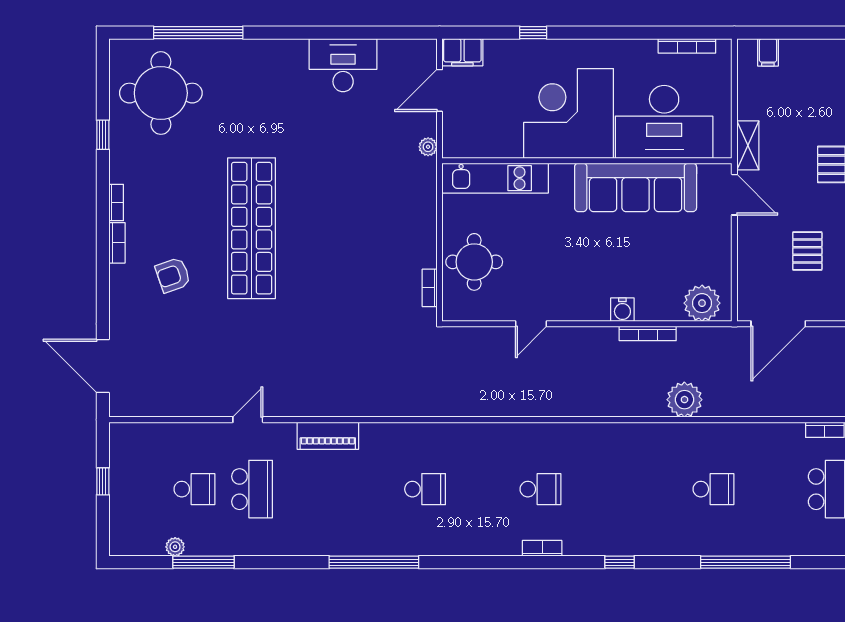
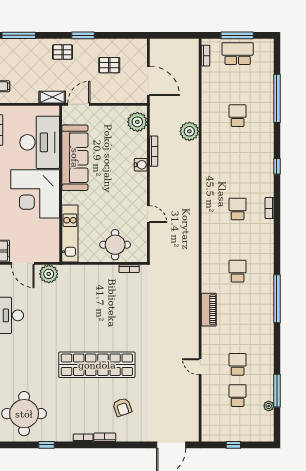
plant: (428, 147) -> (49, 274), width x1.88, depth x1.88
piano: (328, 436) -> (209, 310), moved
school desk: (252, 489) -> (238, 364), width x0.54

